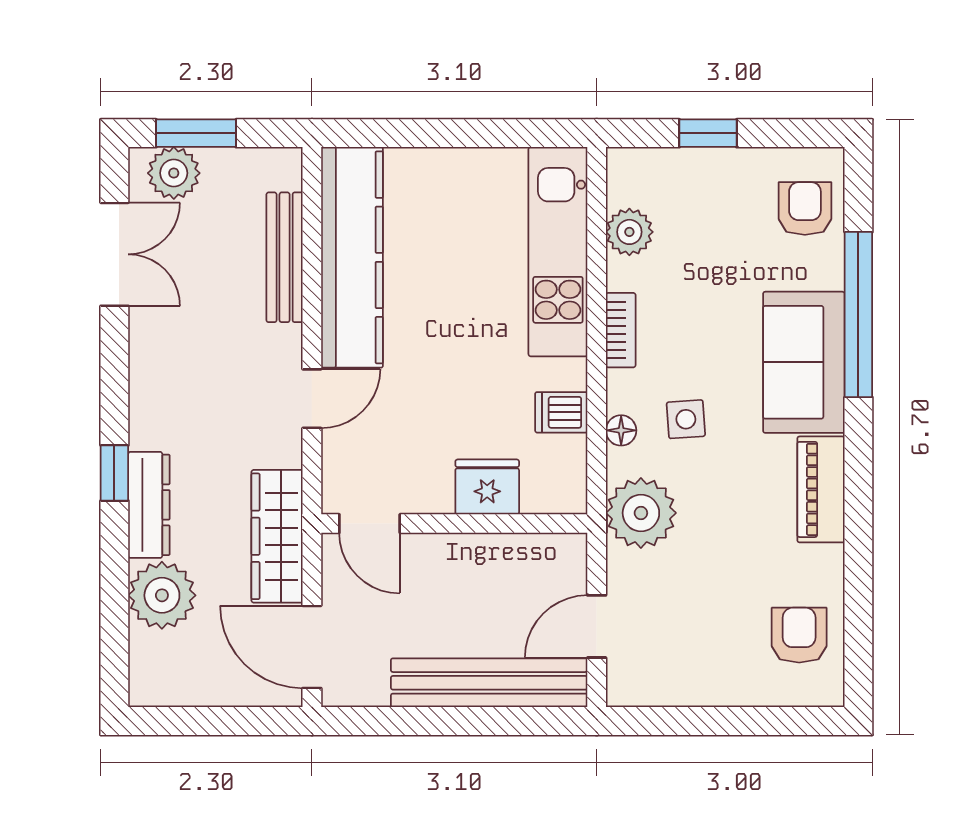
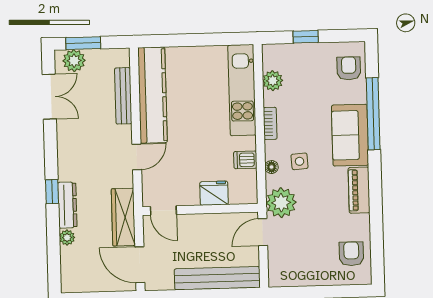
plant: (162, 595) -> (67, 238), width x0.53, depth x0.53
door: (597, 626) -> (263, 232), moved

